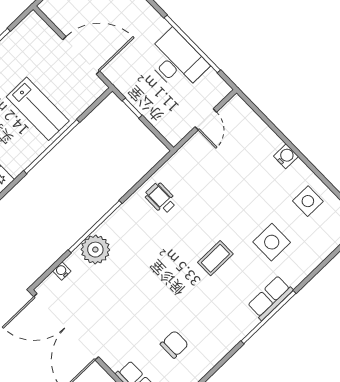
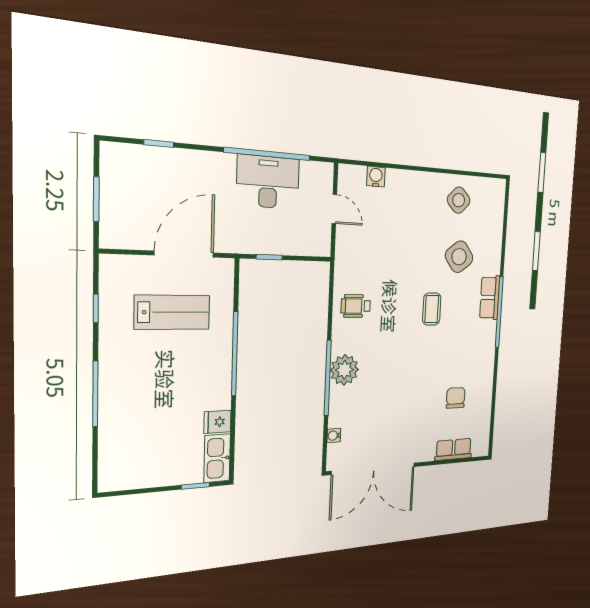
lab bench: (38, 109) -> (172, 312), moved
water cooler: (286, 156) -> (376, 177), moved
side table: (308, 201) -> (459, 200), turned 45
side table: (272, 242) -> (459, 257), turned -37
plant: (95, 250) -> (344, 370), moved

